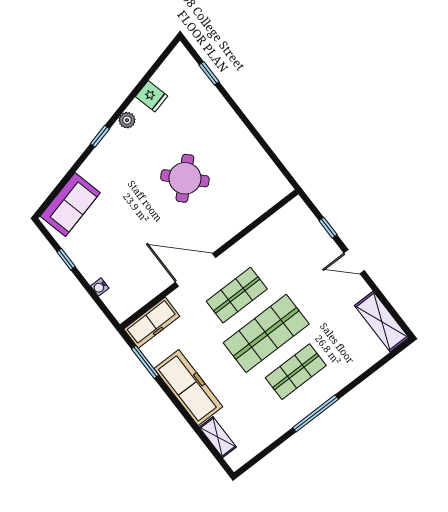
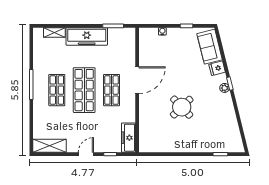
fridge: (152, 96) -> (217, 68), moved
plant: (127, 120) -> (224, 88), moved
freezer: (152, 323) -> (128, 138), moved

